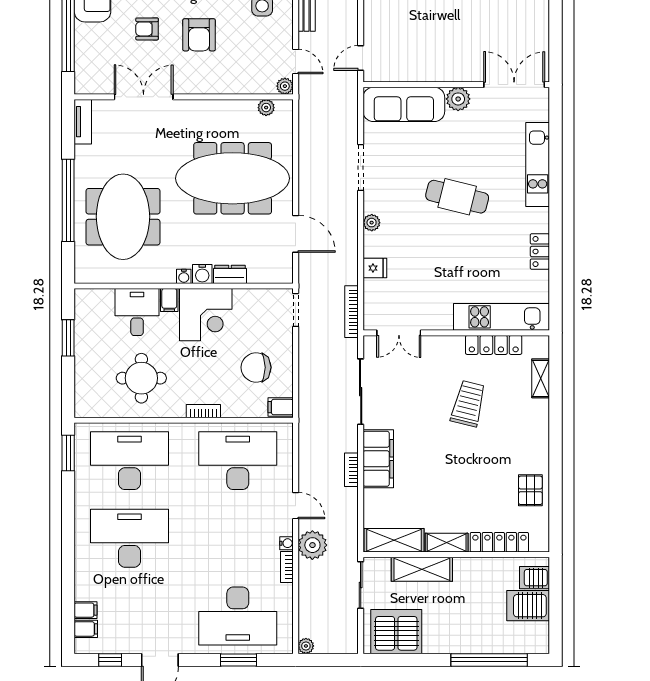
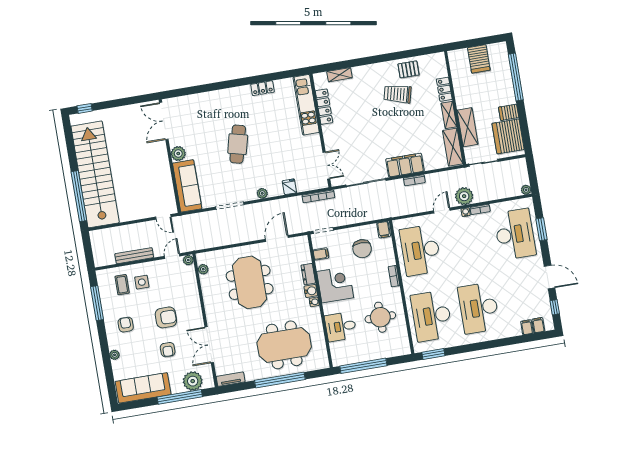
plant: (90, 60) -> (193, 381), added
kitchen unit: (538, 164) -> (210, 99), removed
meeting table: (233, 178) -> (250, 282), width x0.73
filing cabinet: (169, 300) -> (321, 254), moved
window: (68, 338) -> (363, 366), width x2.11
trolley: (468, 404) -> (398, 94), moved
locker: (499, 542) -> (444, 89), width x0.66
server rack: (535, 578) -> (509, 112), moved, turned 90

